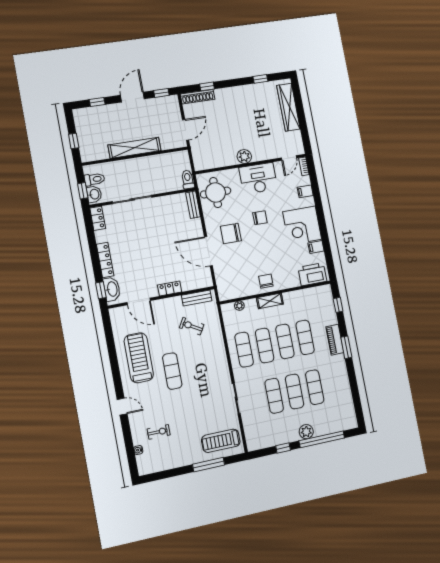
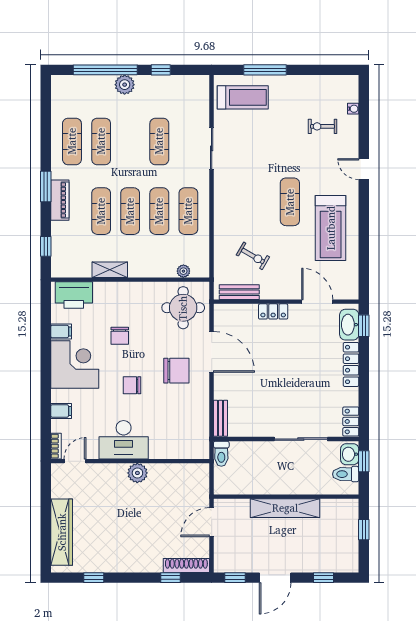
round table: (216, 193) -> (183, 308), moved
chair: (266, 281) -> (120, 336), moved
shelving: (270, 301) -> (110, 270), moved
exercise mat: (295, 391) -> (72, 141), moved

